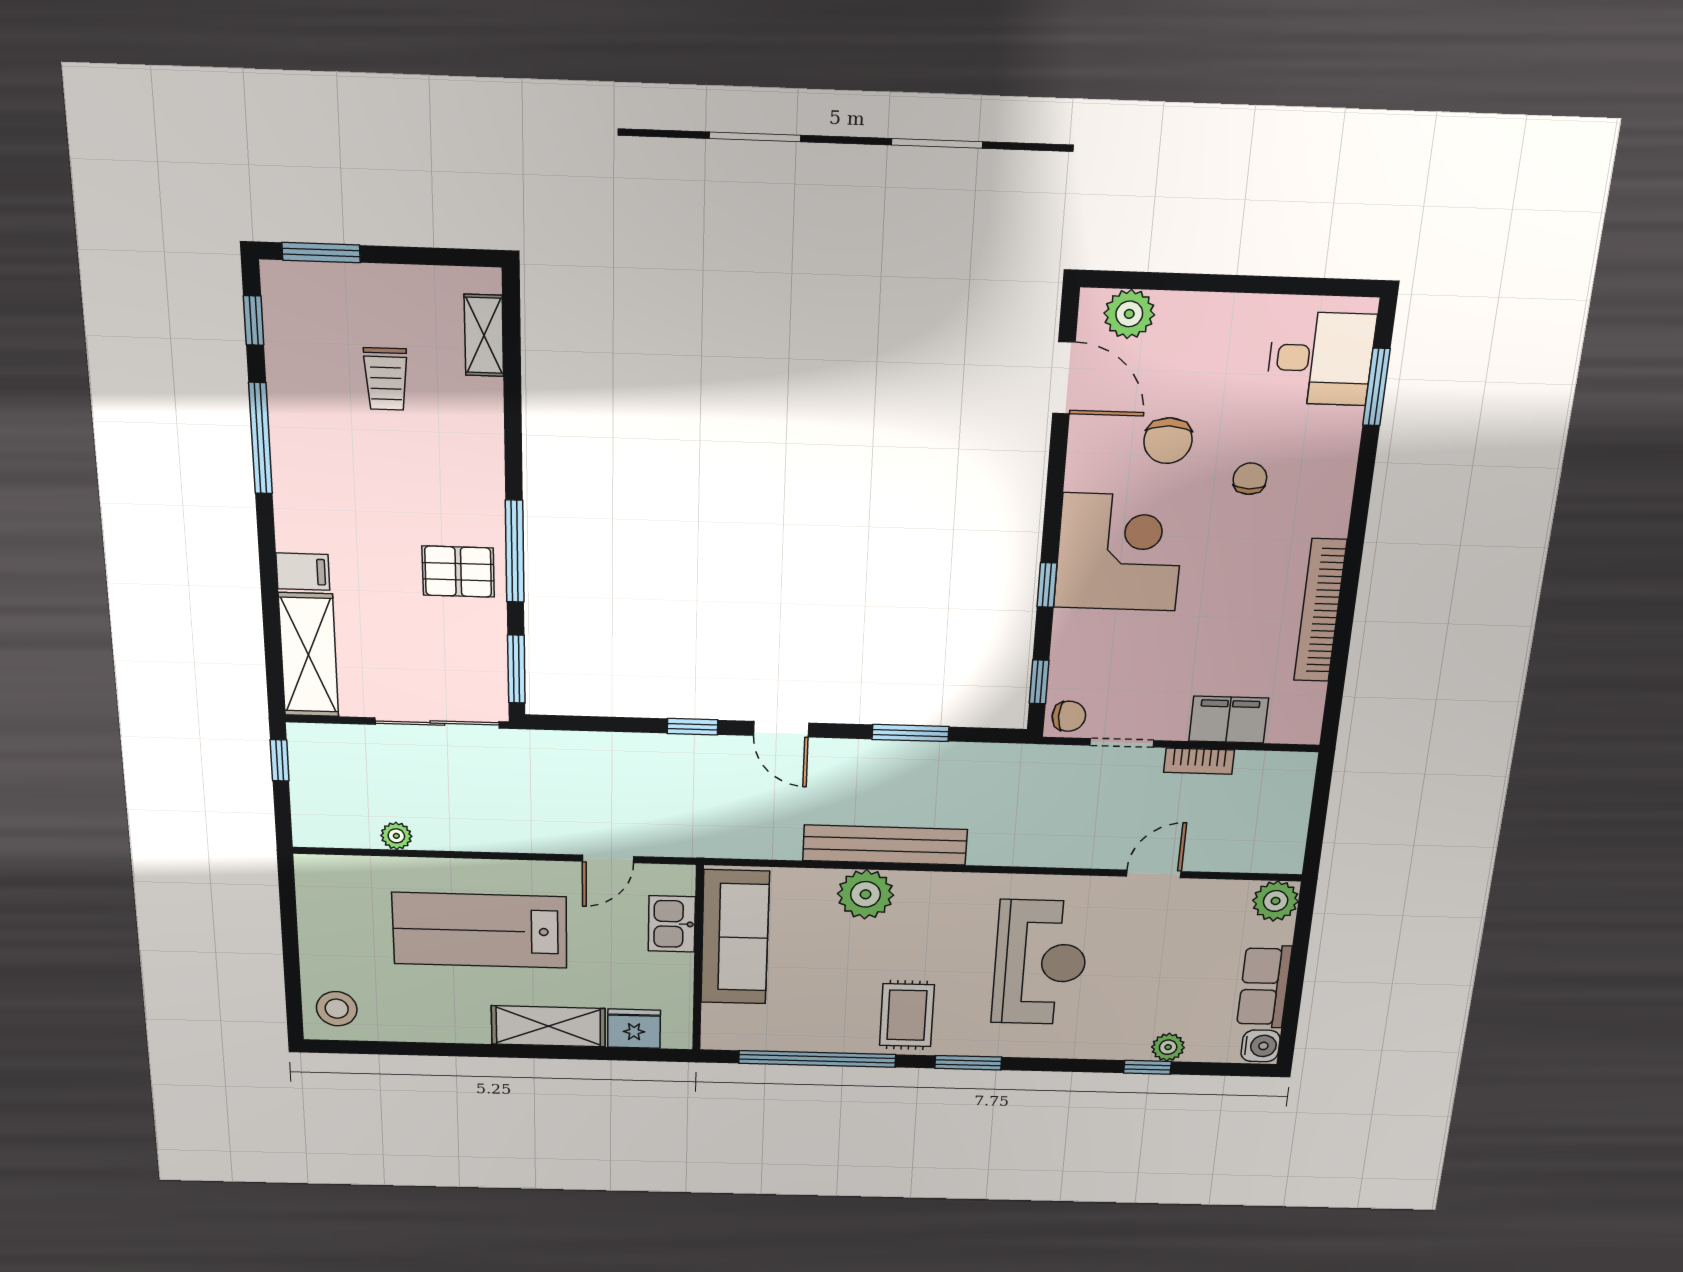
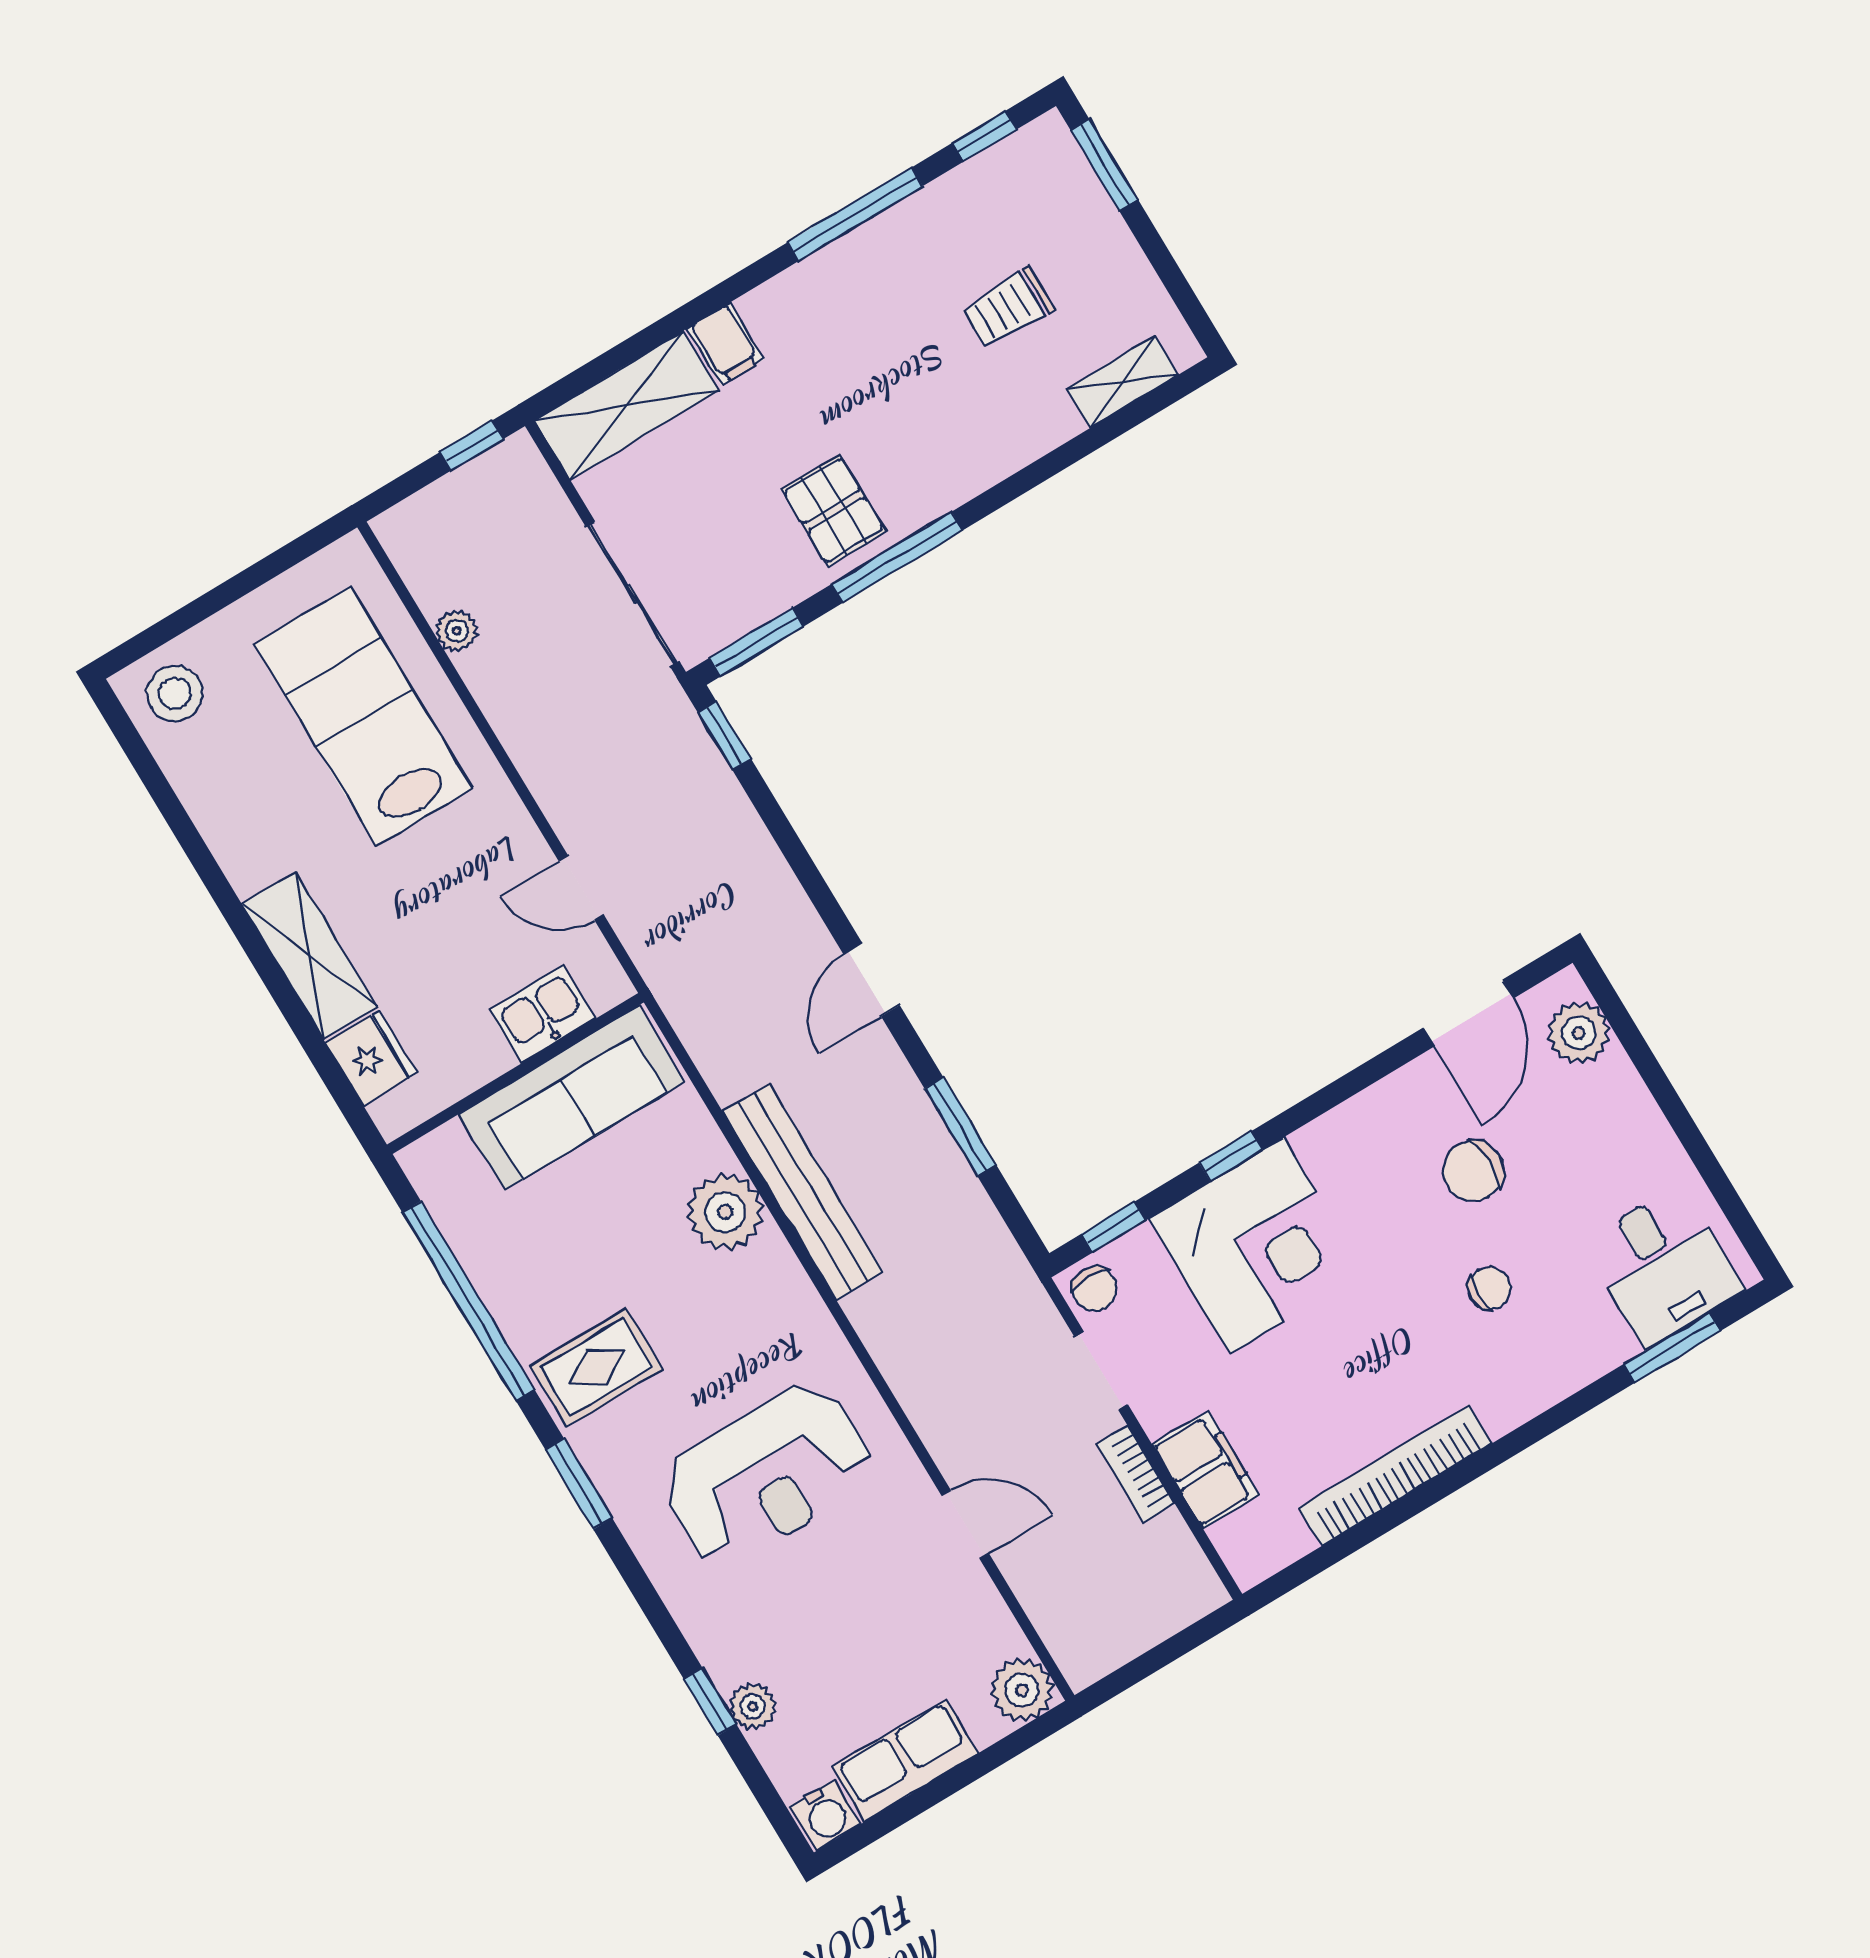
corner desk: (1119, 552) -> (1257, 1245), moved
window: (692, 727) -> (724, 736), moved
lab bench: (480, 930) -> (363, 716), moved

